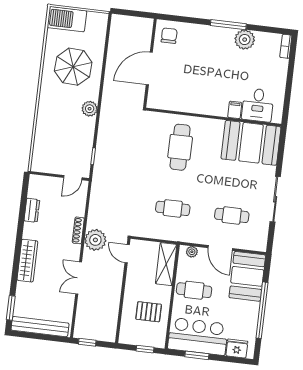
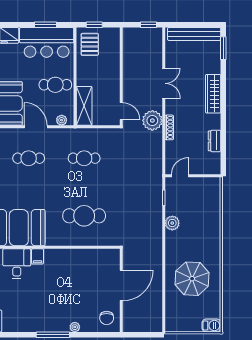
barbecue: (67, 19) -> (211, 325), width x0.53, depth x0.65
plant: (245, 40) -> (75, 327), moved, width x0.53, depth x0.53
plant: (90, 109) -> (172, 223), moved
cafe table: (180, 147) -> (84, 216), turned 90
pallet: (149, 312) -> (90, 44), moved, turned 90

